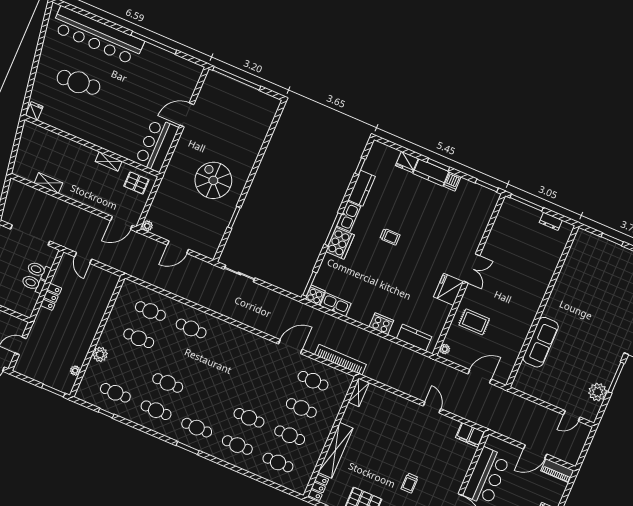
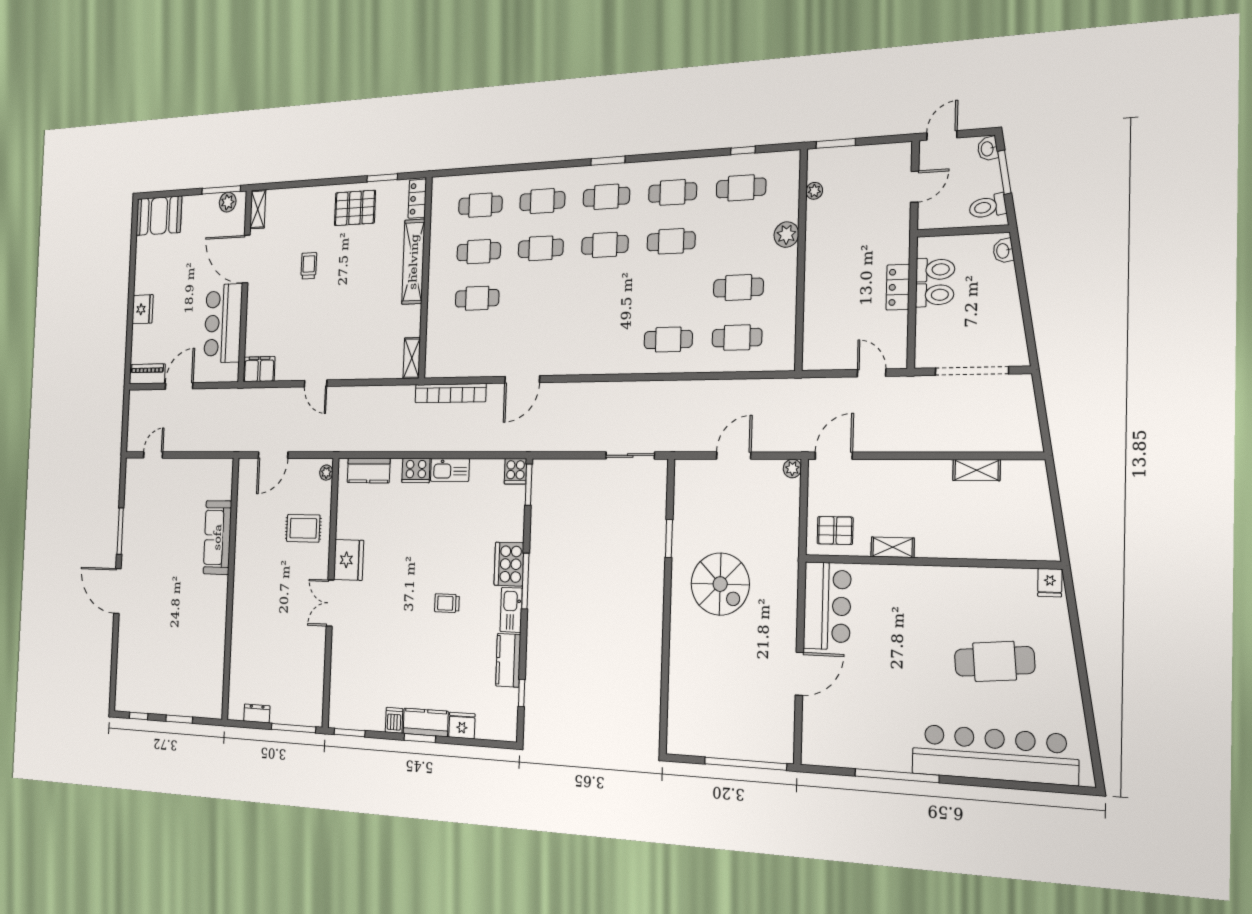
toilet: (39, 270) -> (935, 270), moved
kitchen sink: (336, 305) -> (450, 470), moved
cafe table: (313, 381) -> (605, 245), moved
plant: (598, 392) -> (134, 501), removed

